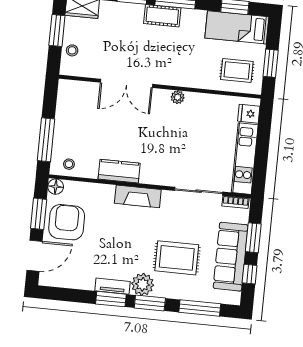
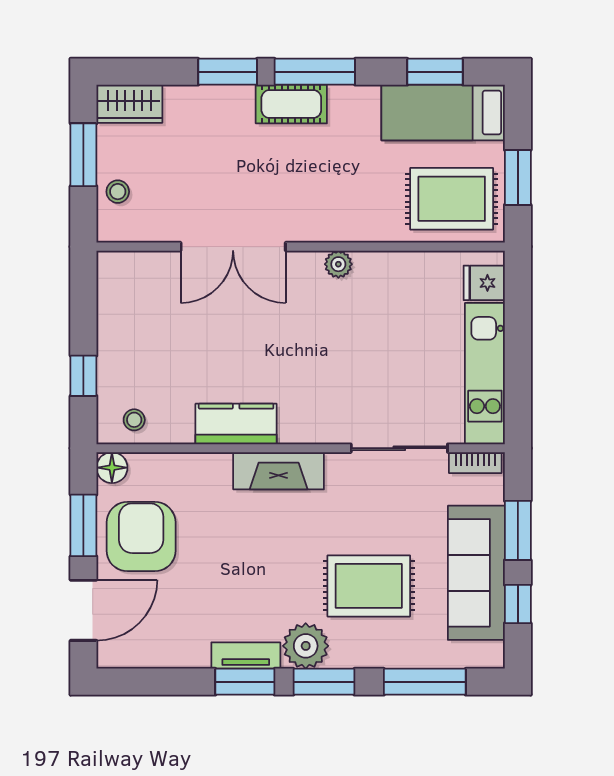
rug: (237, 70) -> (452, 199), width x1.36, depth x1.43
window: (46, 140) -> (83, 376), width x0.46

